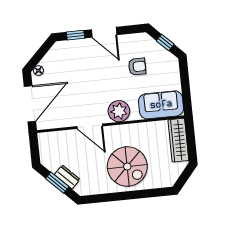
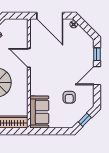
plant: (119, 111) -> (38, 81), removed
door: (90, 126) -> (29, 58), hinge flipped

